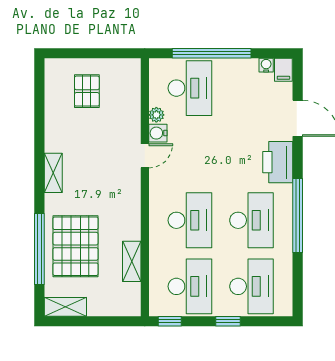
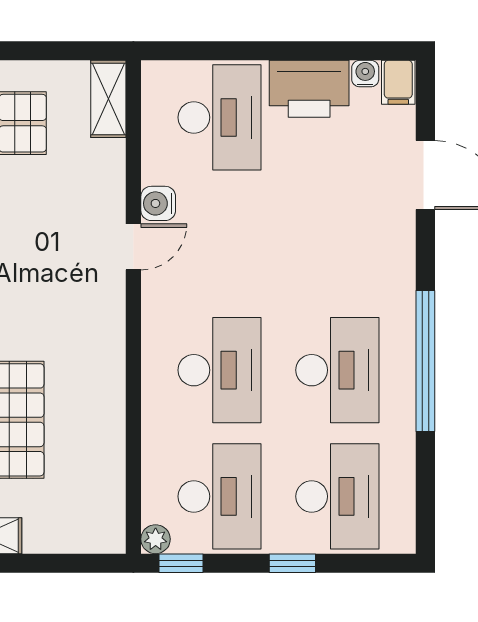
window: (212, 53) -> (261, 51), removed
plant: (156, 115) -> (156, 539), moved
printer: (278, 162) -> (309, 89), moved, turned -90
shelving: (132, 261) -> (108, 99), moved

